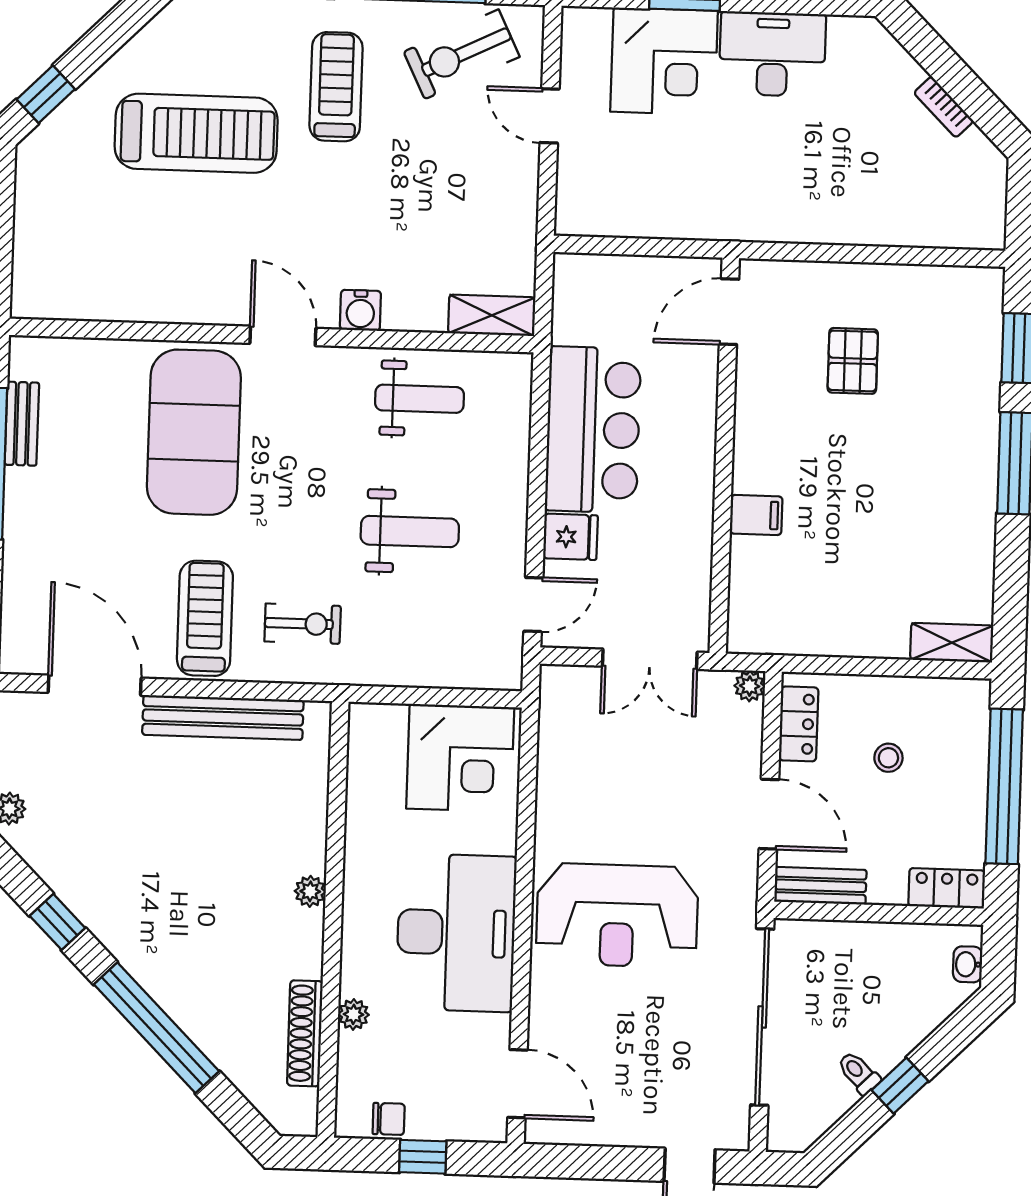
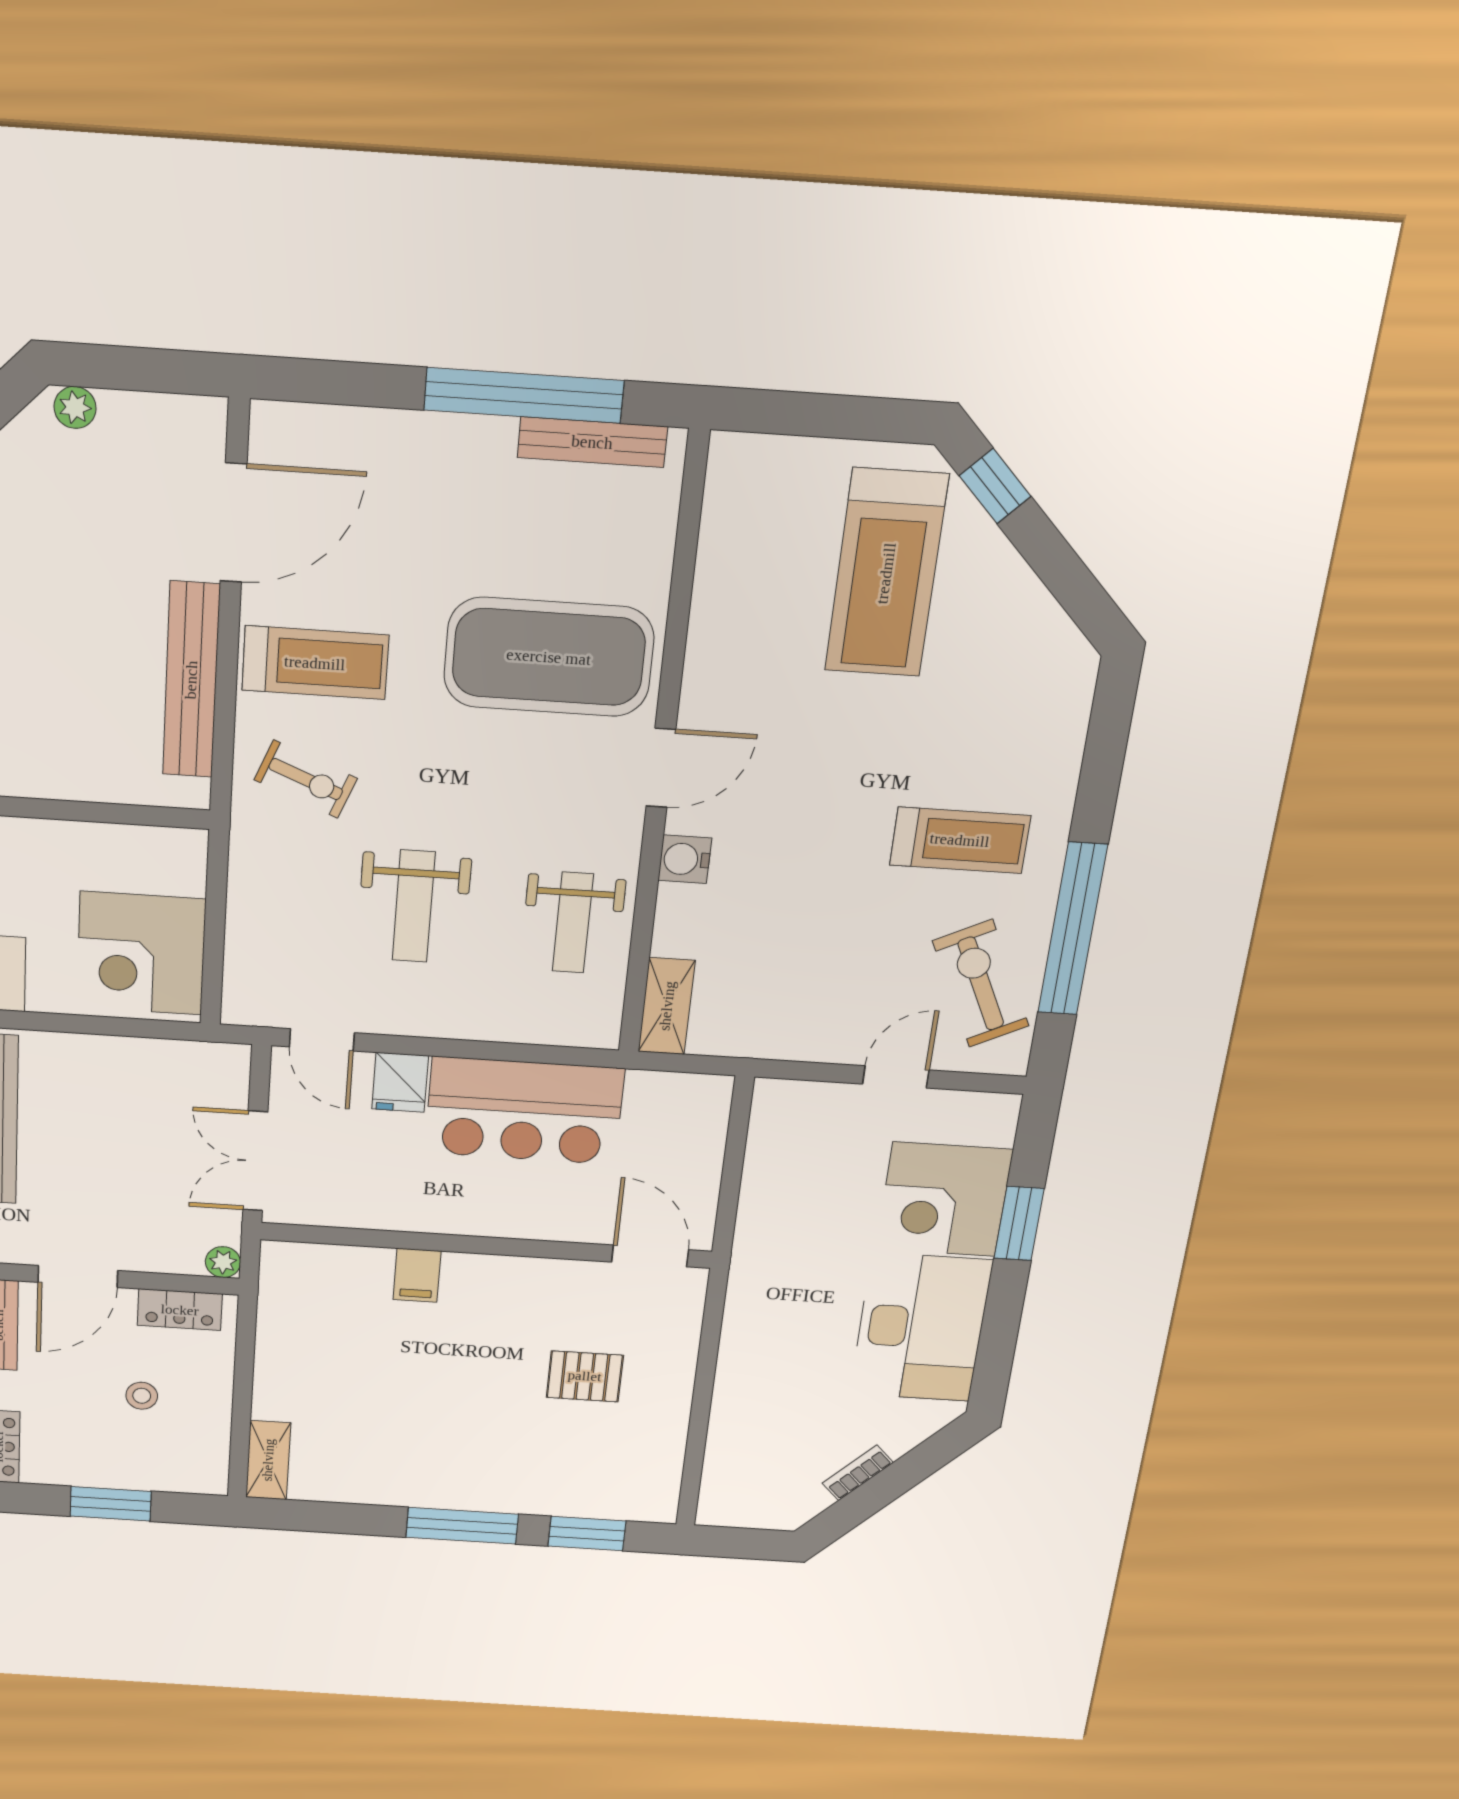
desk: (772, 54) -> (921, 1327), width x1.36, depth x1.30
treadmill: (196, 133) -> (886, 573), moved
bench: (22, 424) -> (592, 442), width x1.36
exercise bike: (303, 624) -> (306, 779), turned -68
window: (1004, 786) -> (111, 1504), width x0.47

